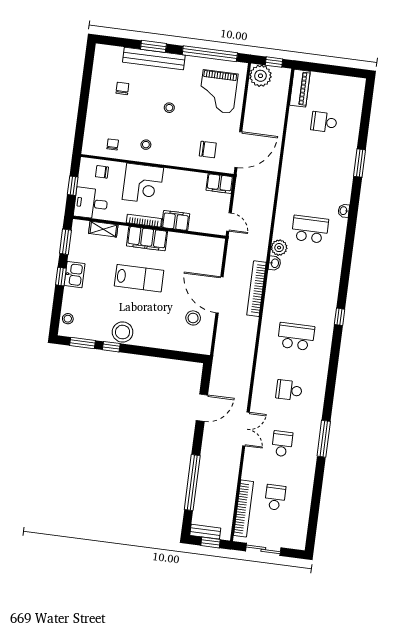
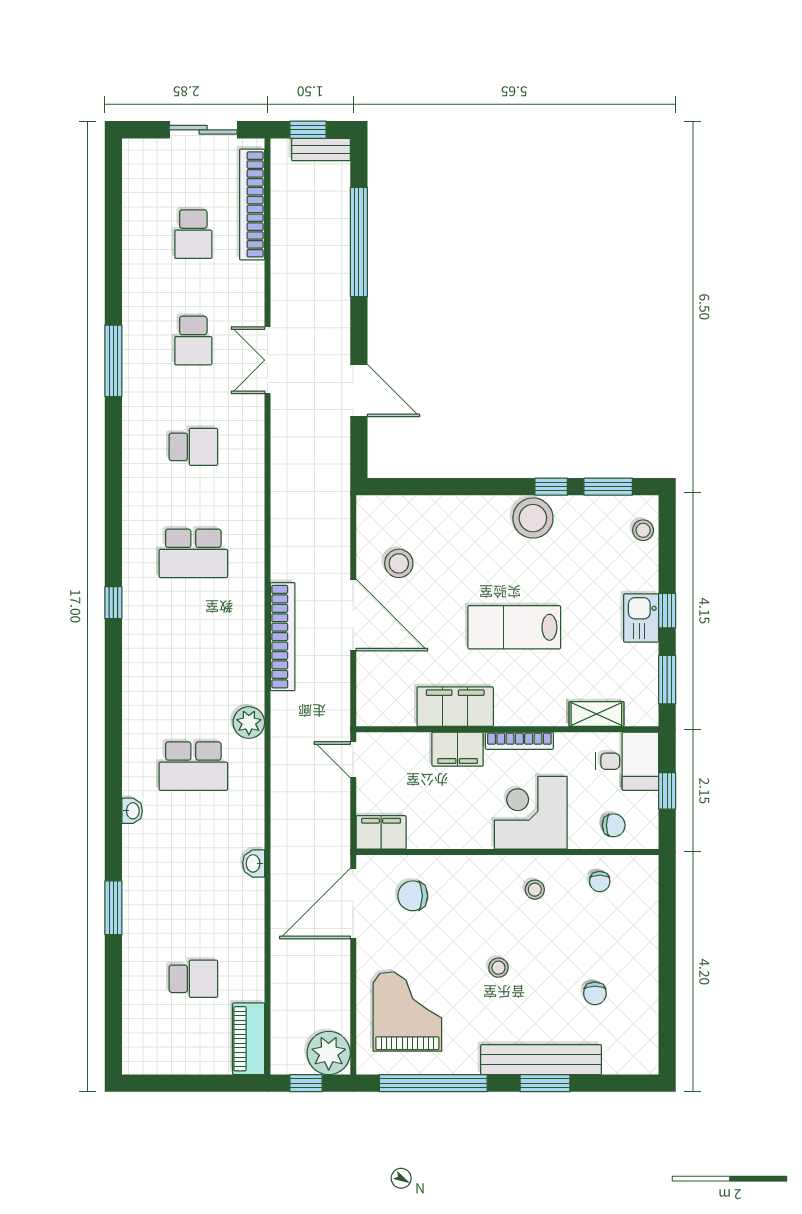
filing cabinet: (147, 239) -> (455, 707), moved
washbasin: (275, 263) -> (254, 863), moved
door: (202, 408) -> (359, 391), swing flipped

